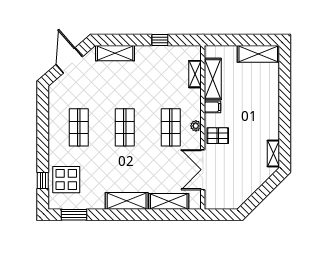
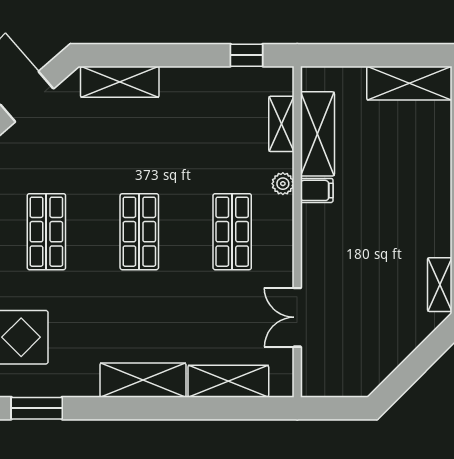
window: (160, 40) -> (247, 55), moved
plant: (196, 126) -> (283, 184), moved
pallet: (218, 136) -> (327, 248), removed
double door: (203, 170) -> (297, 317), width x0.73

